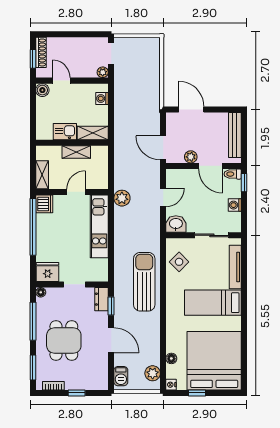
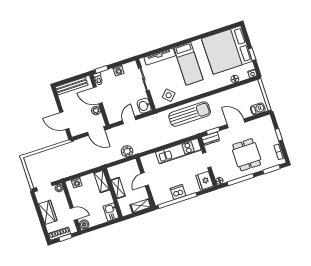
wardrobe: (75, 46) -> (48, 212), added
door: (61, 81) -> (74, 214), swing flipped
door: (191, 110) -> (64, 121), hinge flipped
kitchen sink: (65, 132) -> (111, 212), moved
door: (163, 148) -> (96, 131), hinge flipped
door: (211, 166) -> (98, 95), swing flipped
door: (76, 192) -> (145, 179), hinge flipped
door: (163, 197) -> (129, 120), hinge flipped
plant: (122, 198) -> (127, 151), moved
dishwasher: (44, 204) -> (178, 192), moved
kitchen unit: (99, 226) -> (178, 151), moved
sun lounger: (144, 282) -> (190, 114), turned 180
door: (111, 340) -> (236, 123), hinge flipped
dining table: (64, 341) -> (247, 155), turned 90
plant: (153, 373) -> (249, 88), removed

